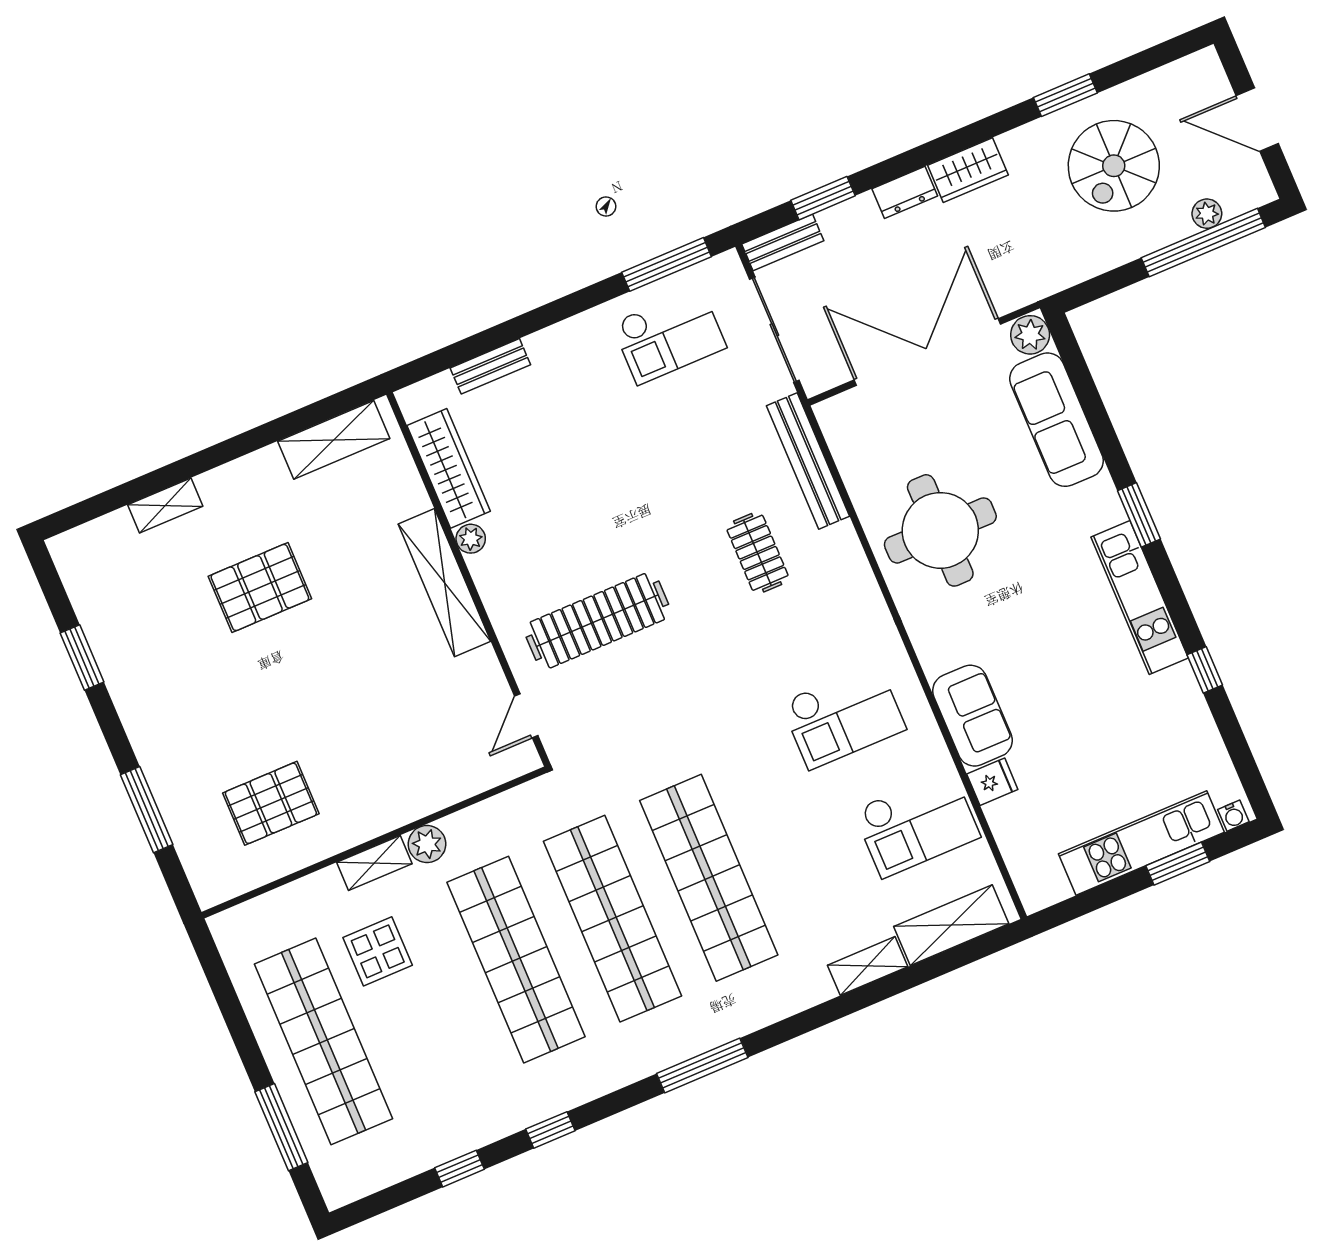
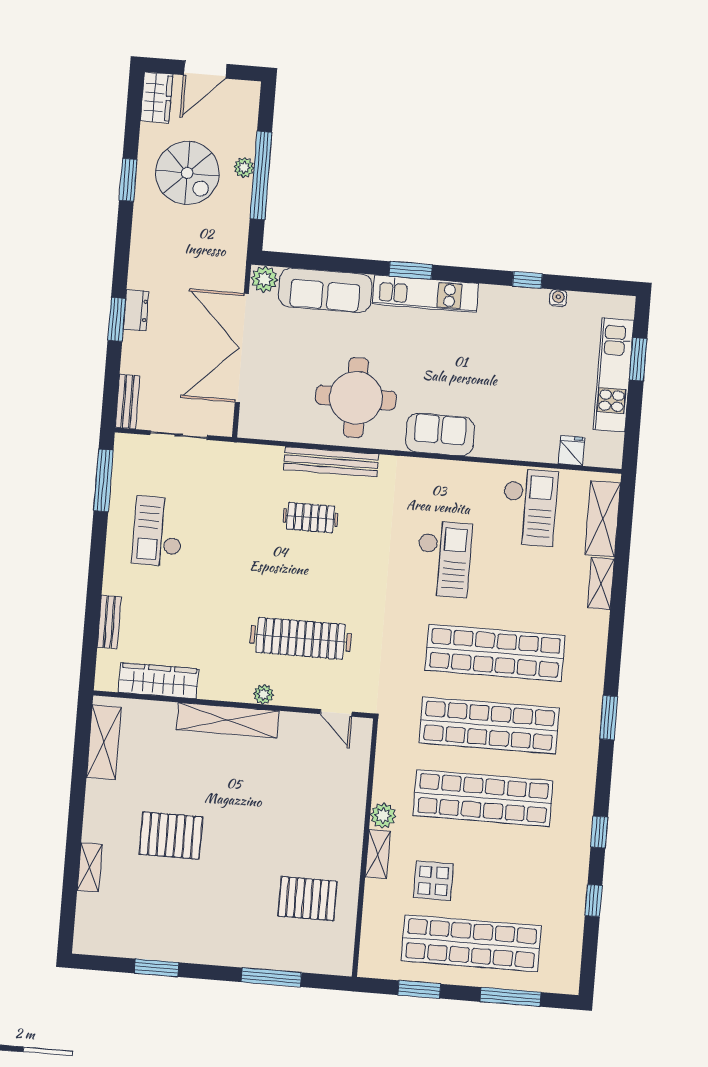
wardrobe: (968, 170) -> (157, 97), moved
window: (823, 198) -> (117, 319), moved
plant: (1207, 214) -> (244, 167), moved
window: (1203, 243) -> (261, 176), moved
sliding door: (774, 330) -> (179, 435), width x0.73
checkout: (669, 335) -> (158, 531), moved, turned 180
bench: (808, 461) -> (331, 462), moved
plant: (471, 539) -> (263, 694), moved
pallet: (260, 587) -> (171, 836), turned 90
kitchen unit: (1140, 597) -> (426, 294), moved
clothes rail: (597, 621) -> (301, 638), turned 90
checkout: (843, 716) -> (444, 559), moved
sofa: (972, 716) -> (440, 435), moved
fridge: (992, 782) -> (571, 451), moved
pallet: (271, 803) -> (307, 899), turned 90
water cooler: (1233, 816) -> (558, 298), moved, turned -90
window: (230, 1006) -> (419, 989), added
window: (702, 1065) -> (609, 718), width x0.69

